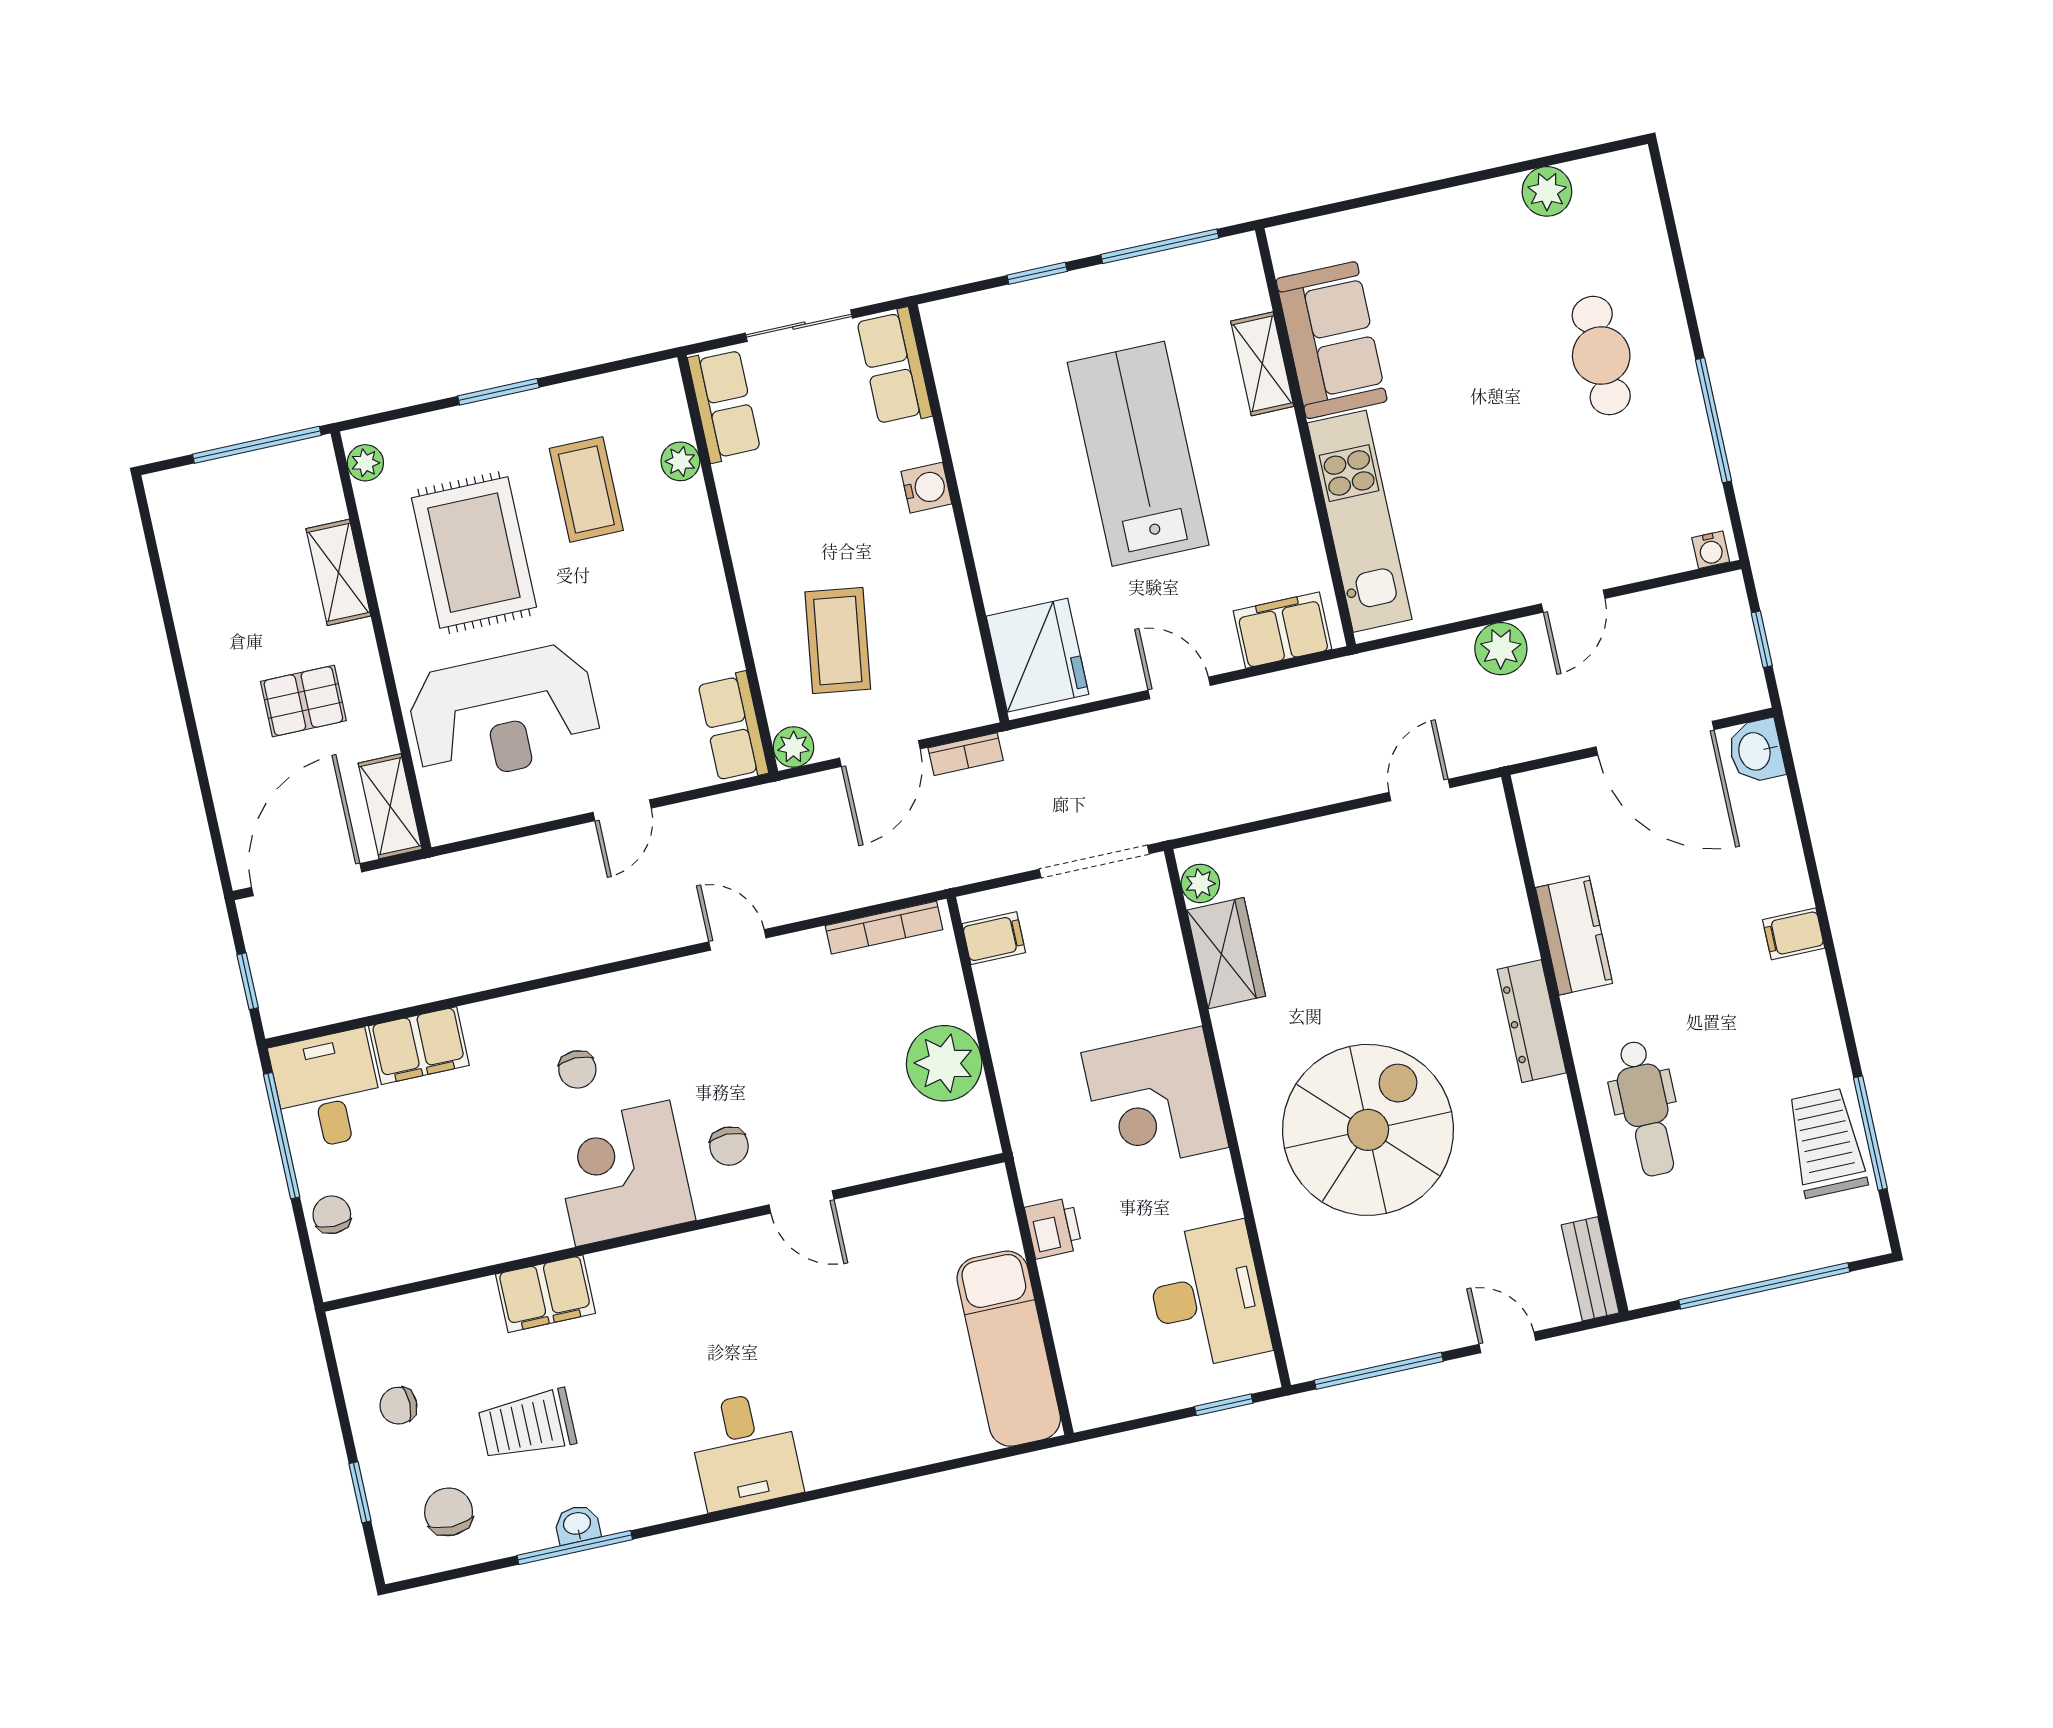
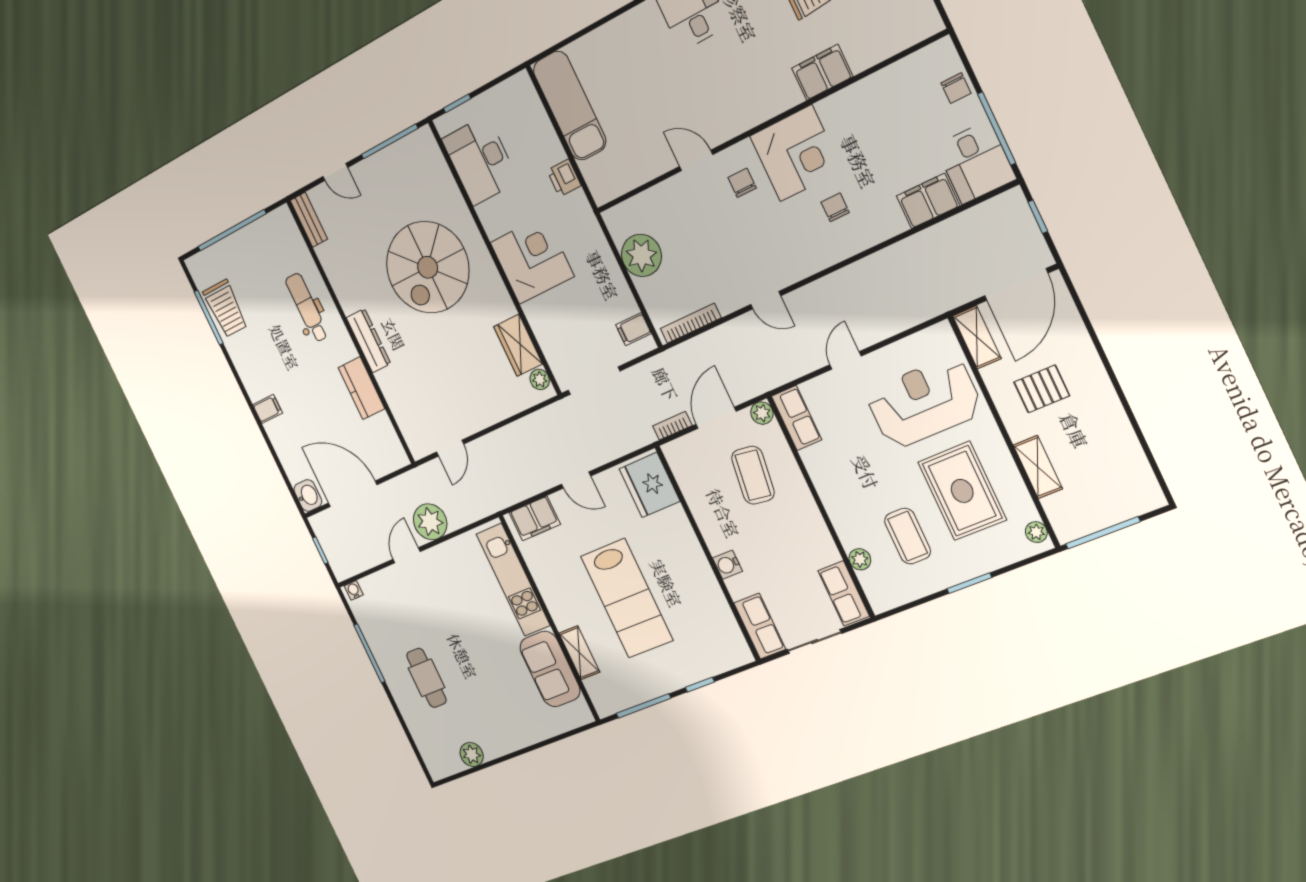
plant: (1501, 649) -> (430, 522), width x1.36, depth x1.36

